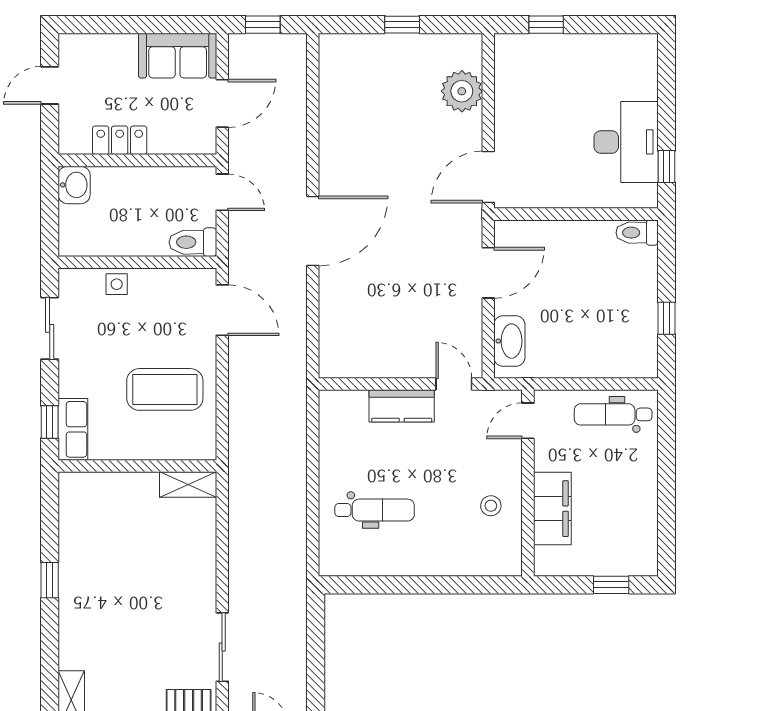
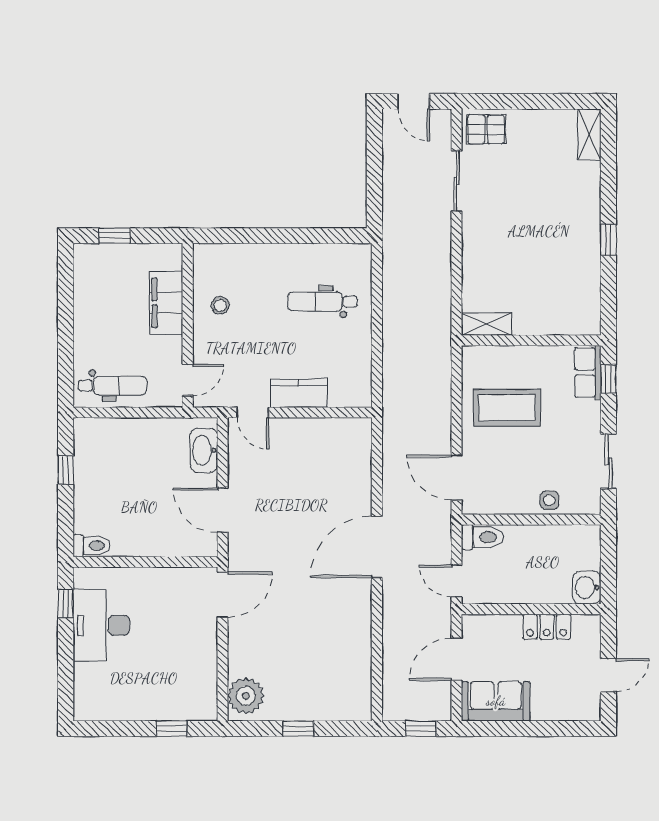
plant: (462, 91) -> (246, 696), moved
door: (488, 273) -> (222, 510), hinge flipped

